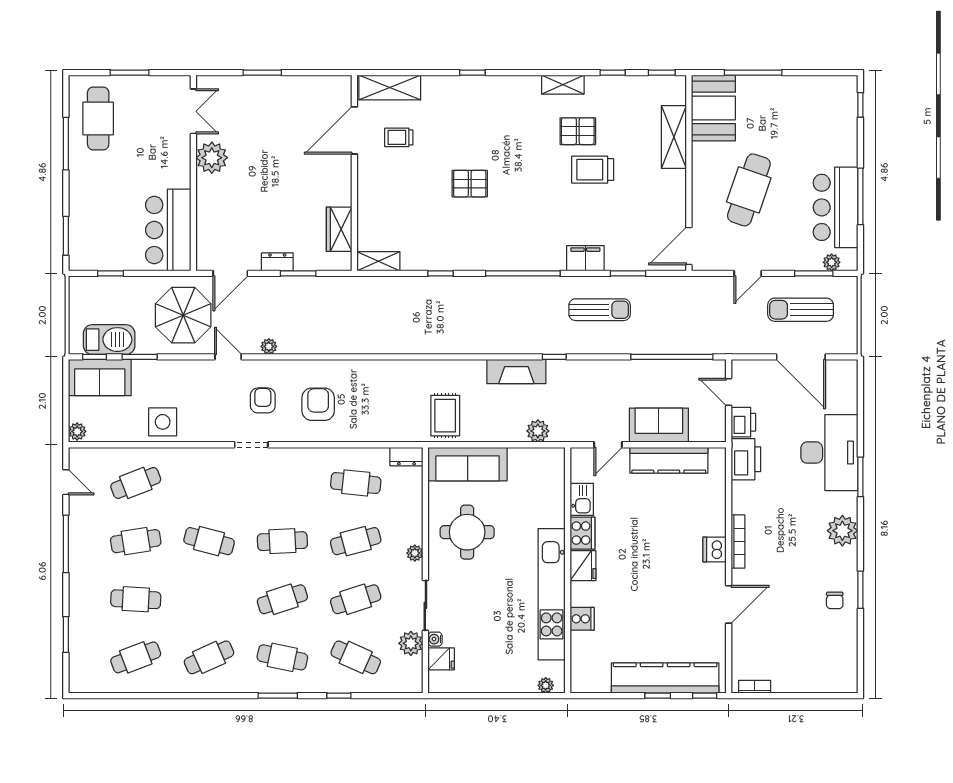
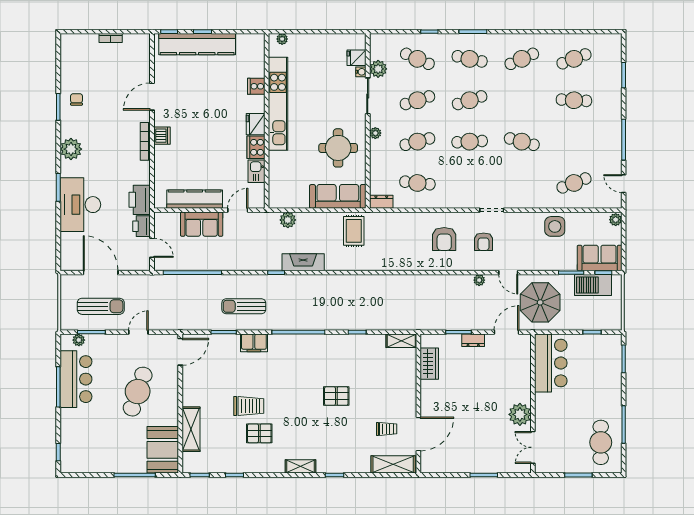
shelving: (563, 85) -> (300, 466), moved
cafe table: (136, 541) -> (574, 142), removed
bookcase: (755, 687) -> (111, 38), moved

